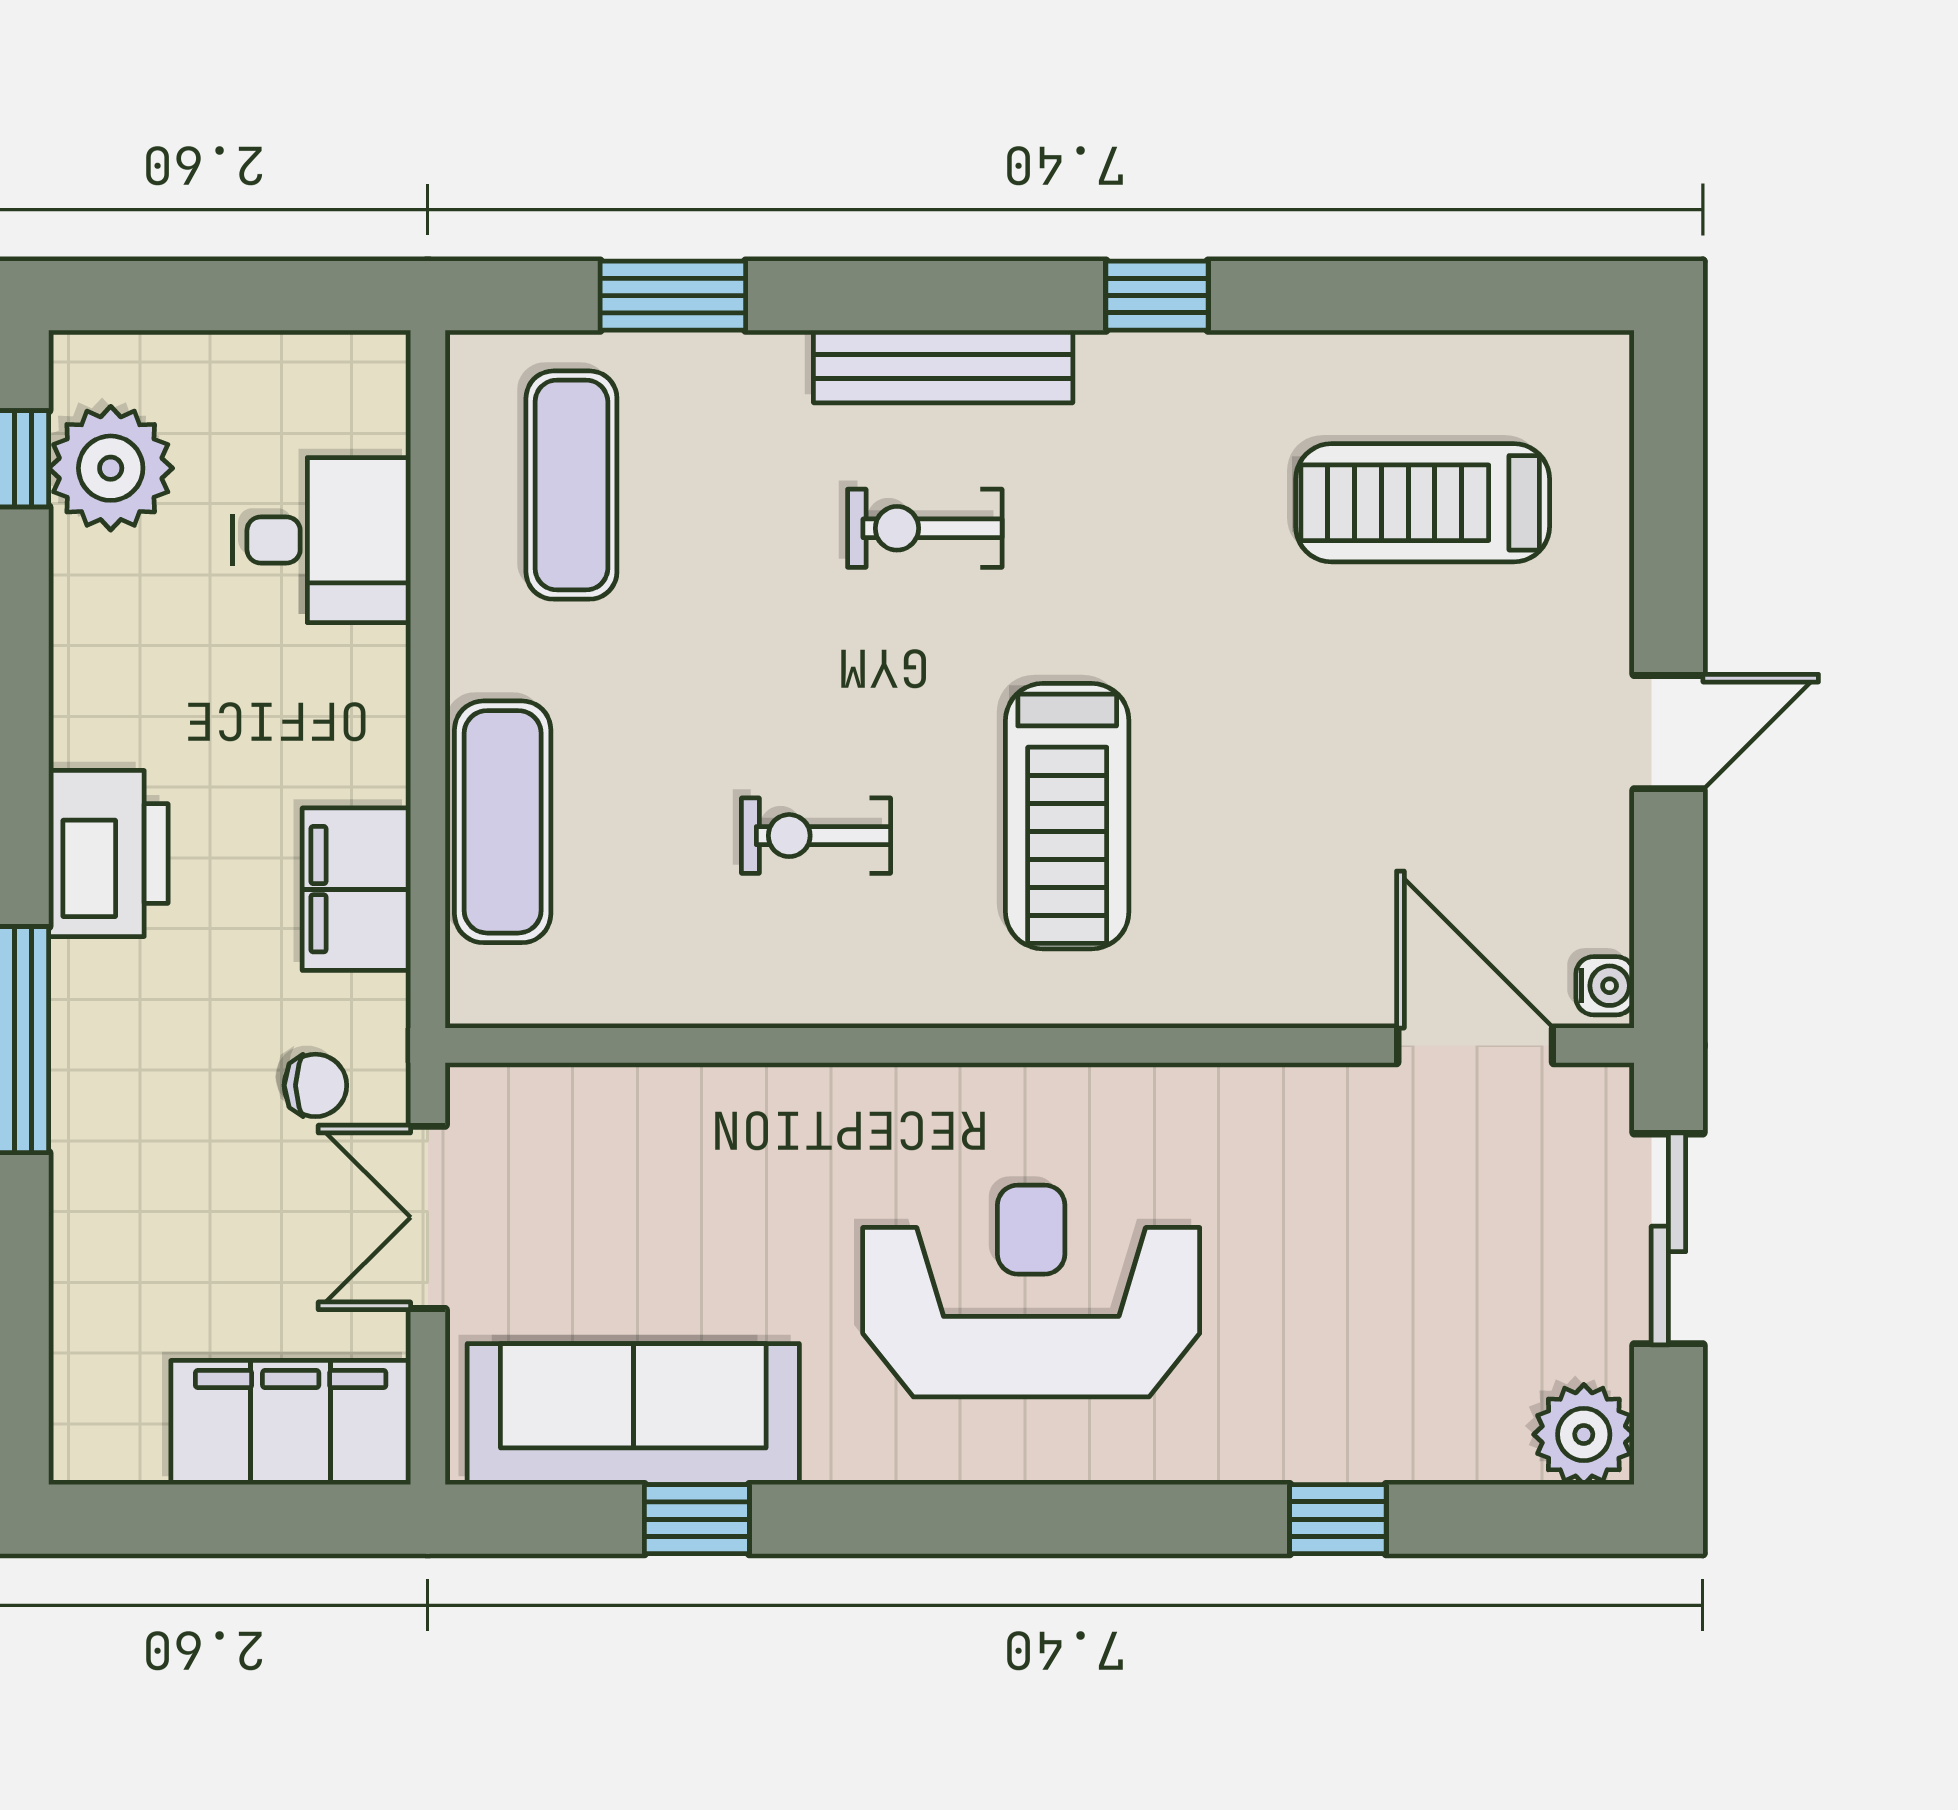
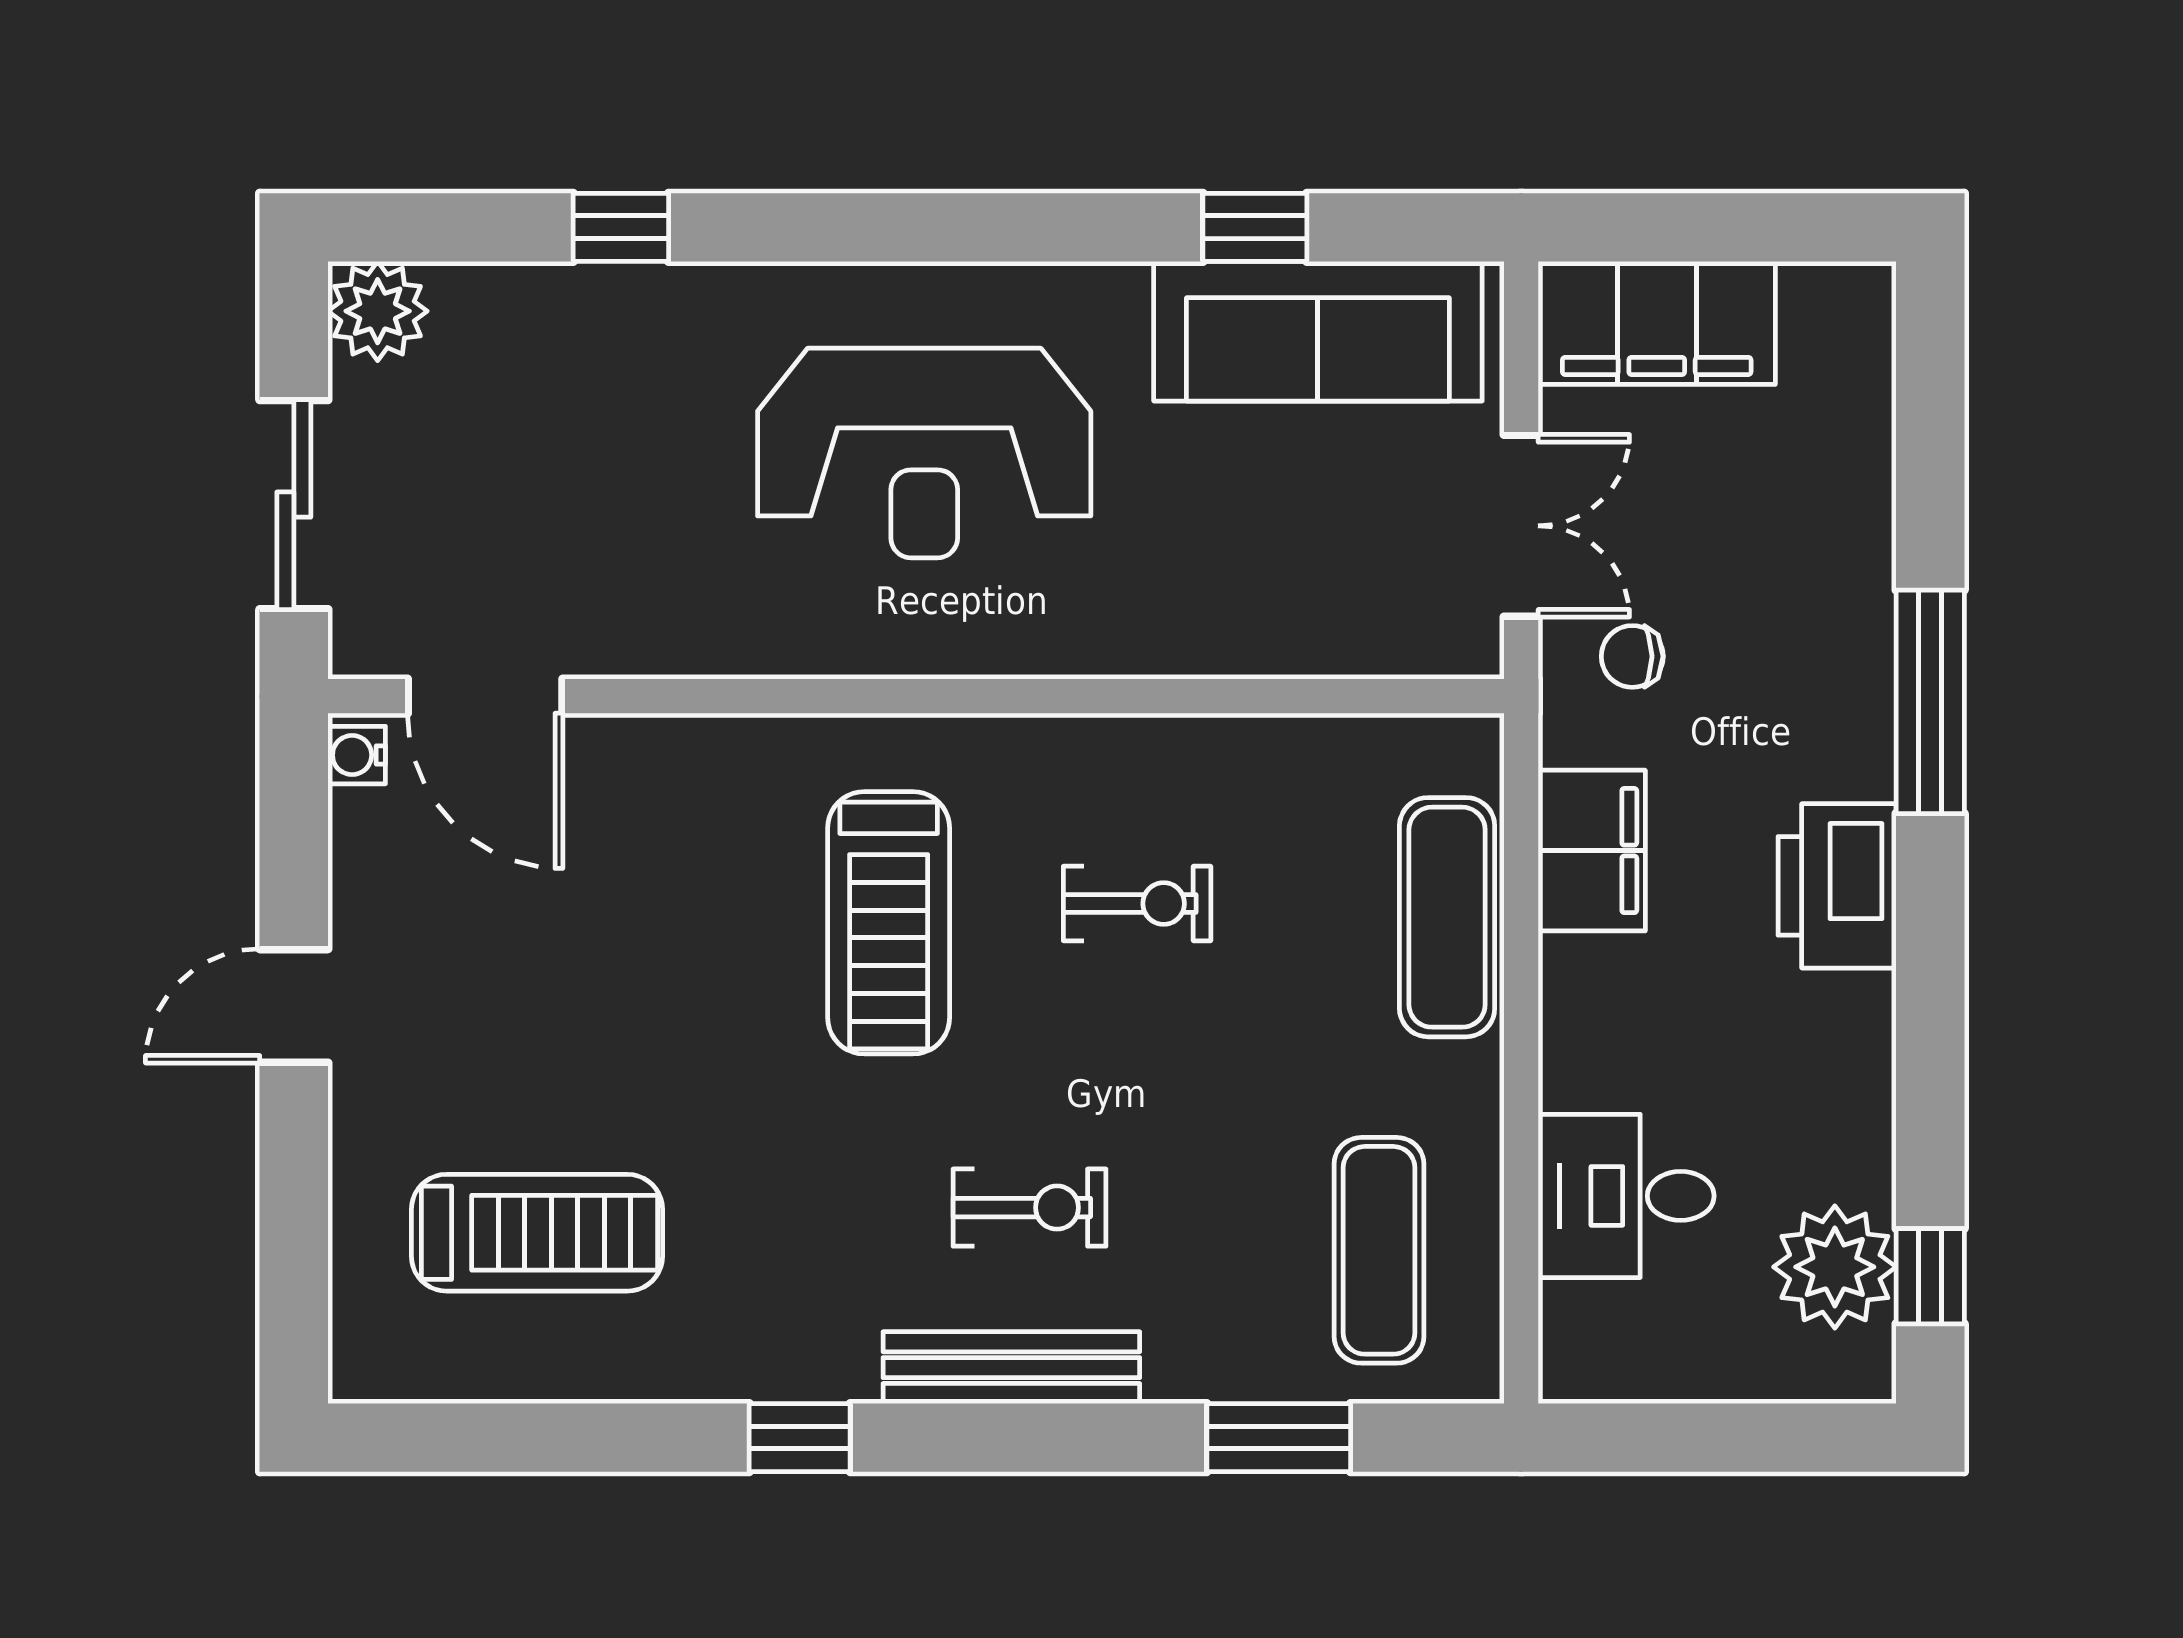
treadmill: (1067, 816) -> (889, 923), turned 180

